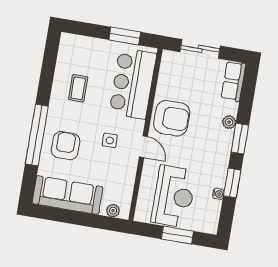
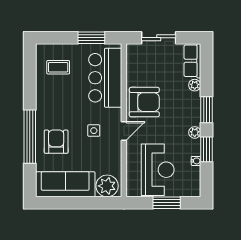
coffee table: (78, 88) -> (58, 67), moved, turned 90
plant: (229, 122) -> (195, 85), moved
door: (143, 147) -> (124, 131), hinge flipped
plant: (222, 162) -> (195, 132), added
plant: (113, 211) -> (107, 186), width x1.87, depth x1.87

